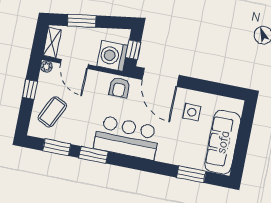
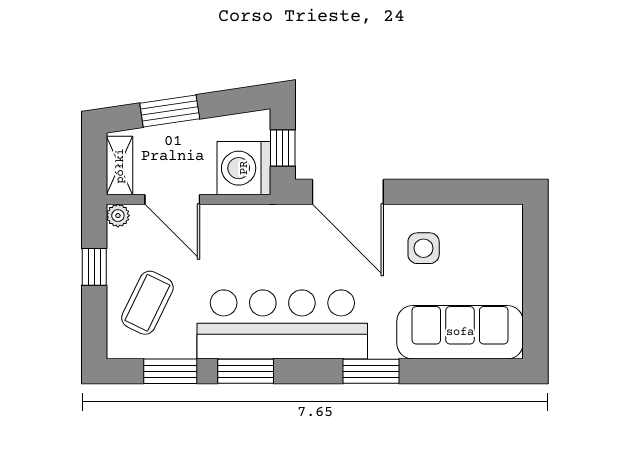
armchair: (119, 88) -> (270, 228), removed
bar counter: (127, 138) -> (282, 324), width x1.36
sofa: (223, 142) -> (460, 332), moved, turned 90
window: (191, 174) -> (371, 371), moved

